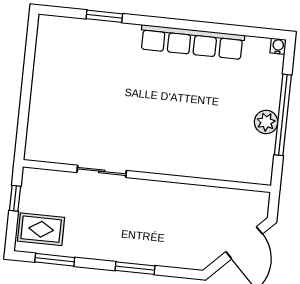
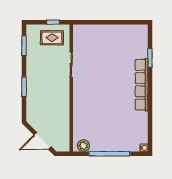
row of seats: (192, 42) -> (142, 85), moved
plant: (266, 122) -> (83, 146), moved
rug: (41, 229) -> (52, 38), moved, turned 90

